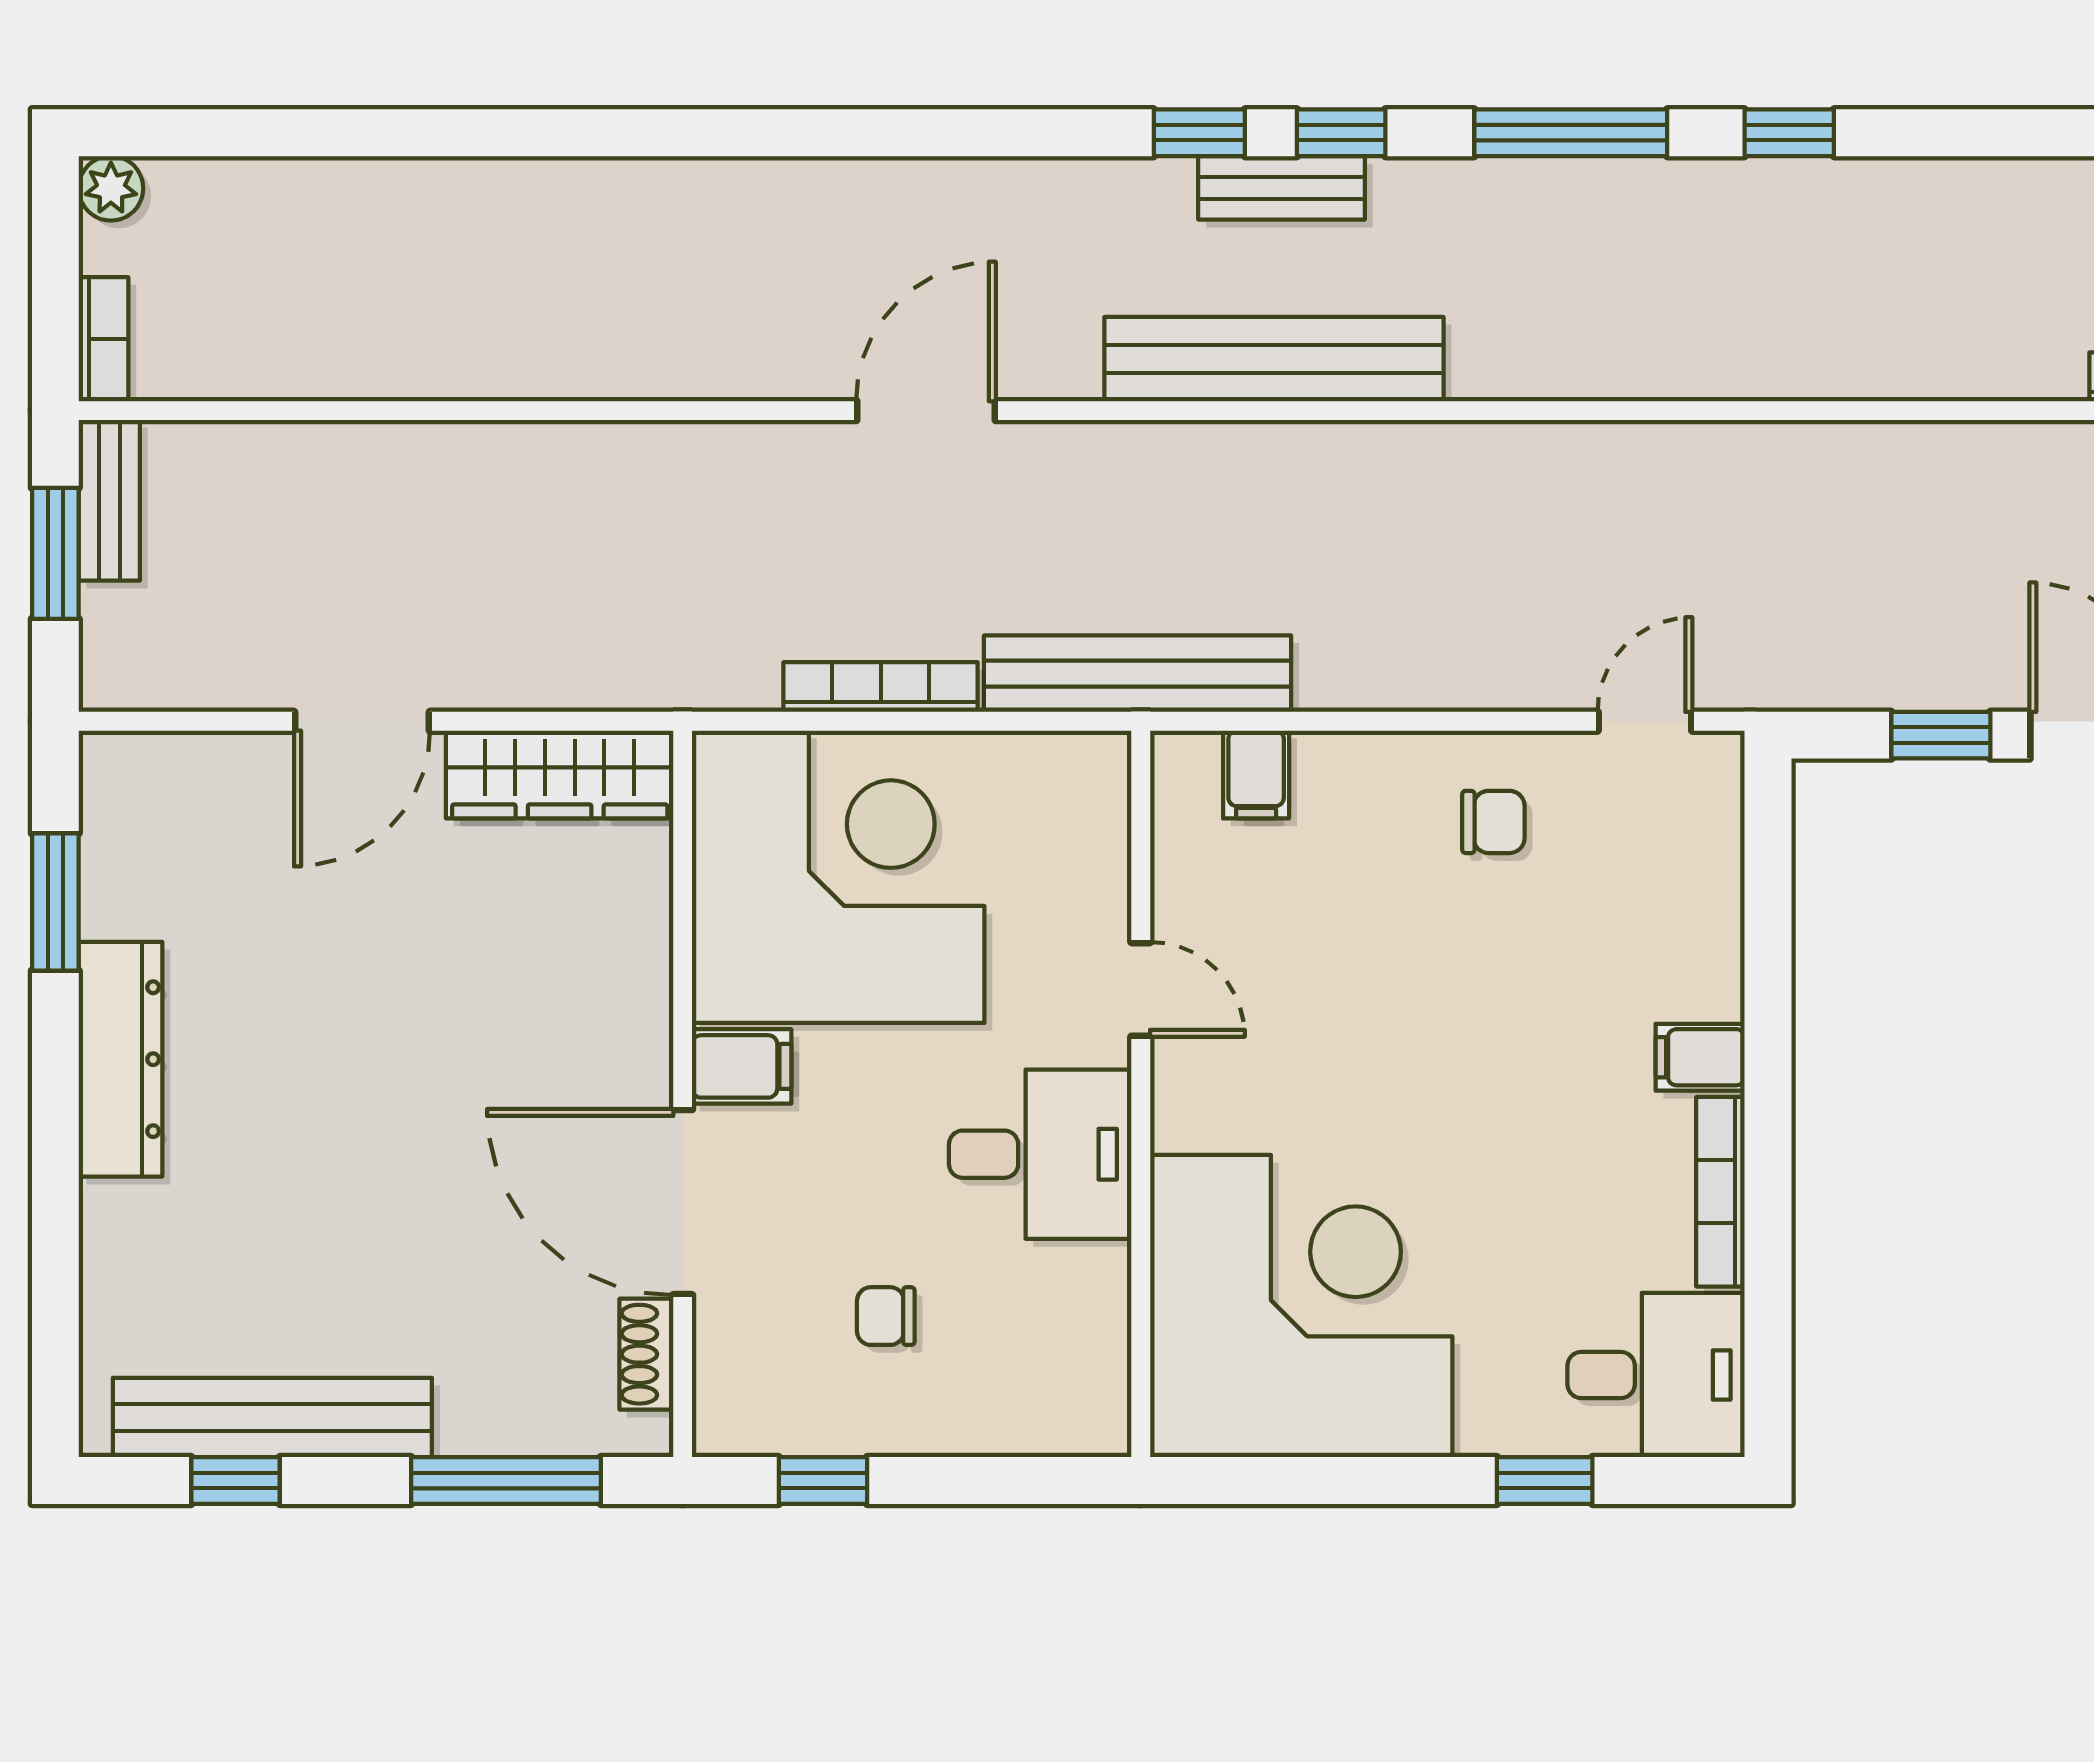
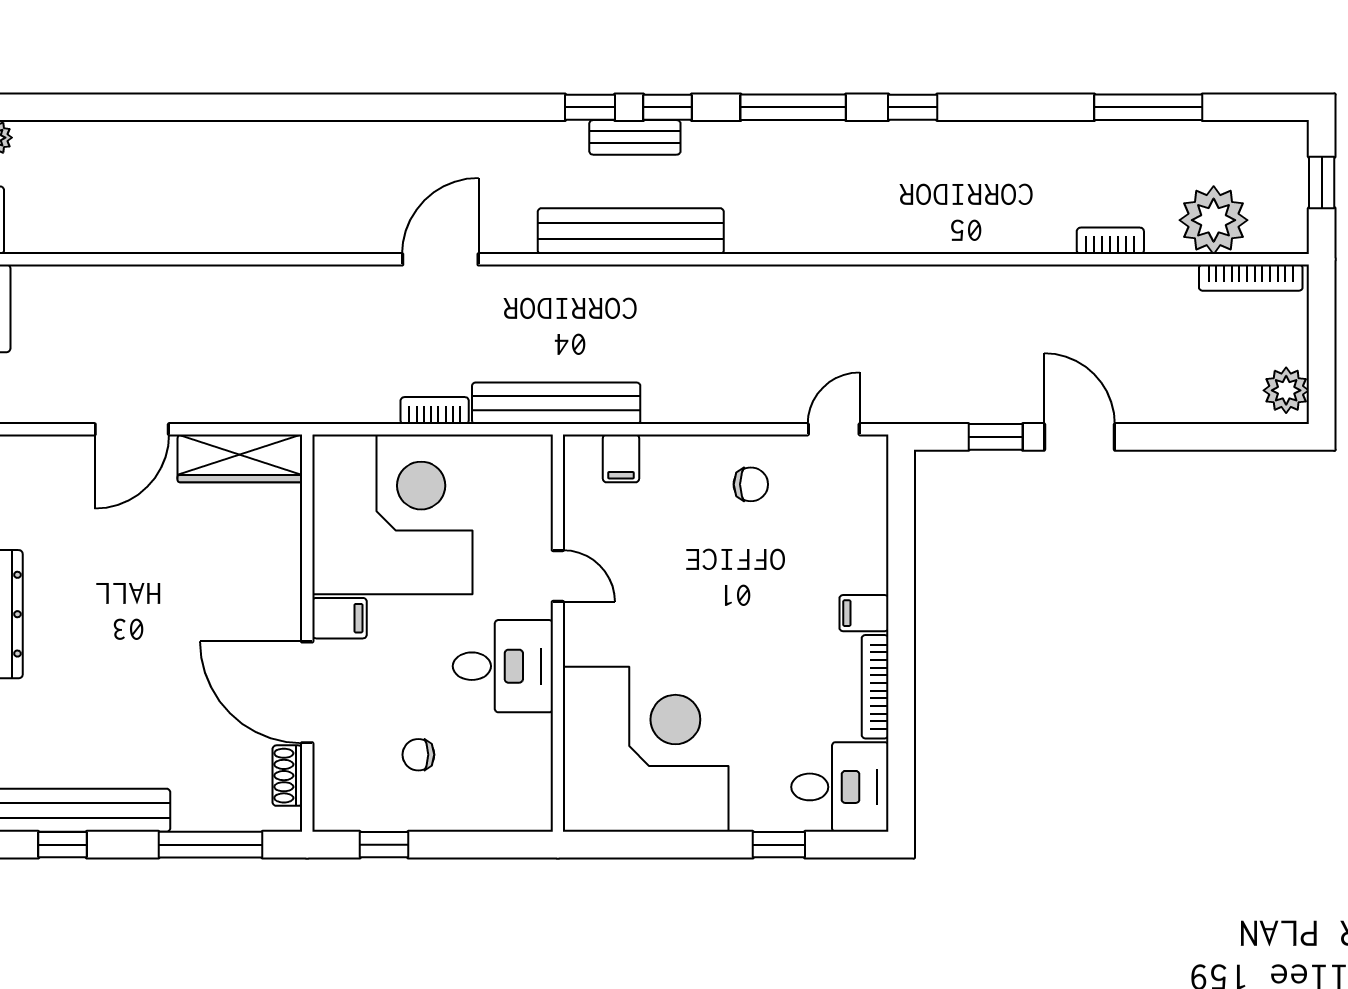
bookcase: (881, 687) -> (435, 411), width x0.64

